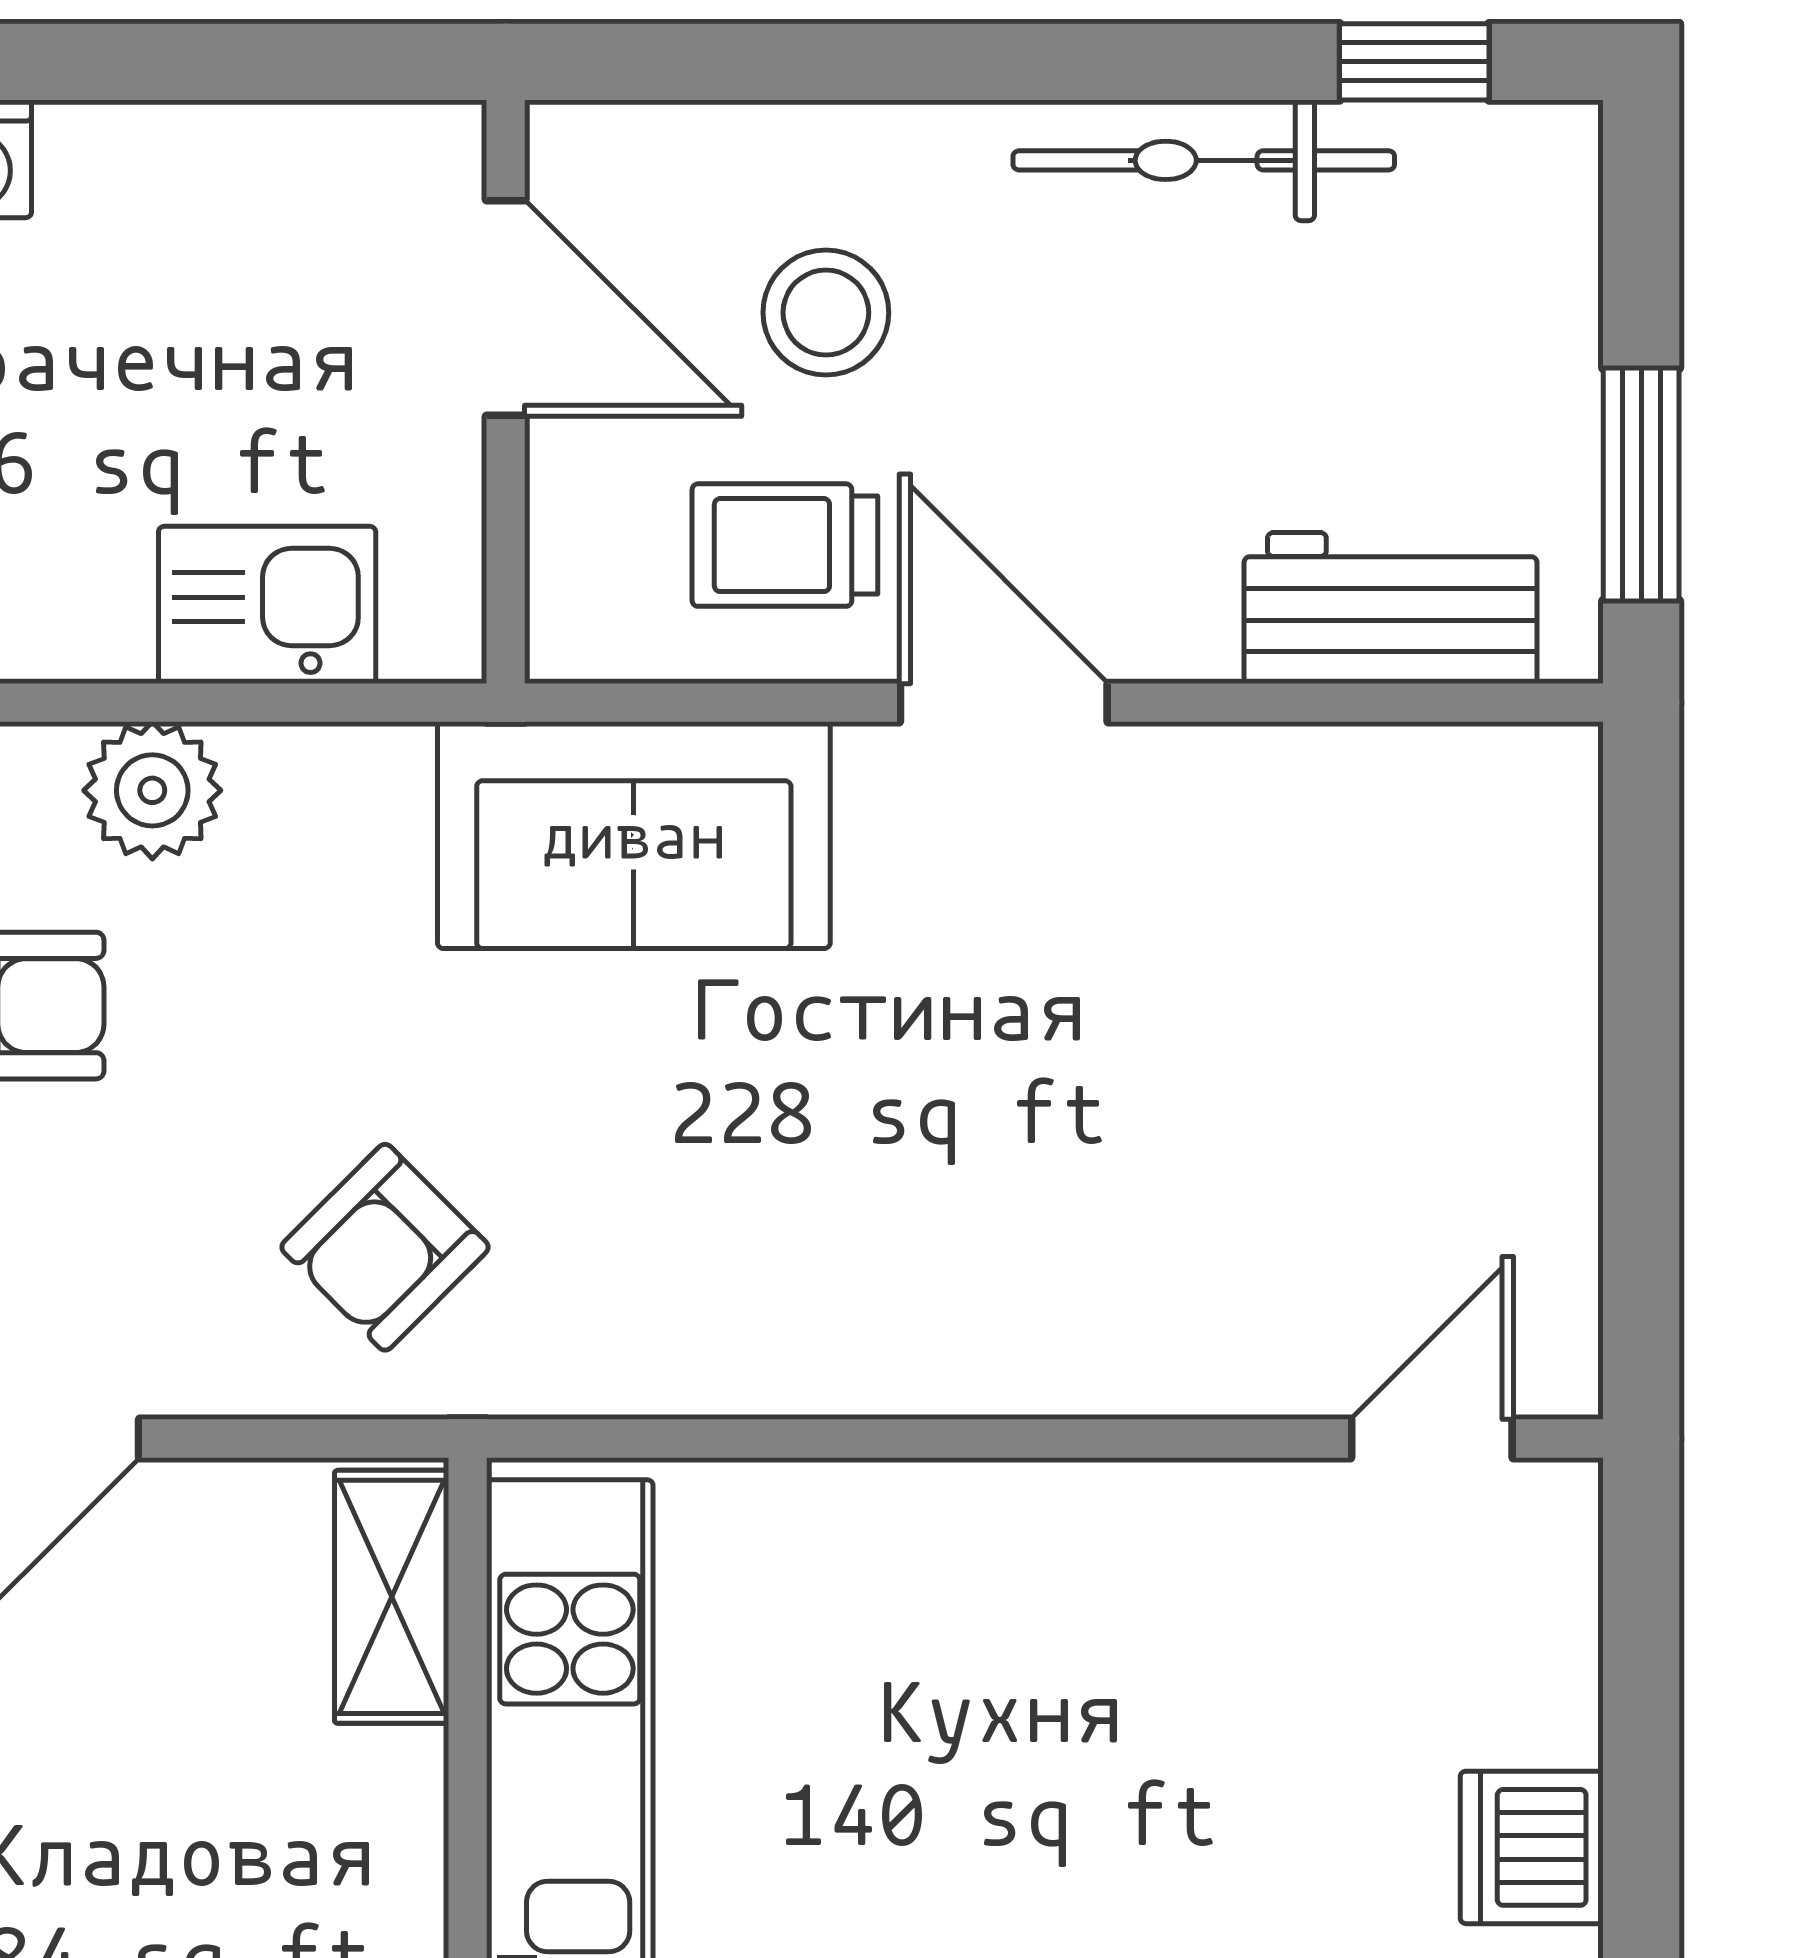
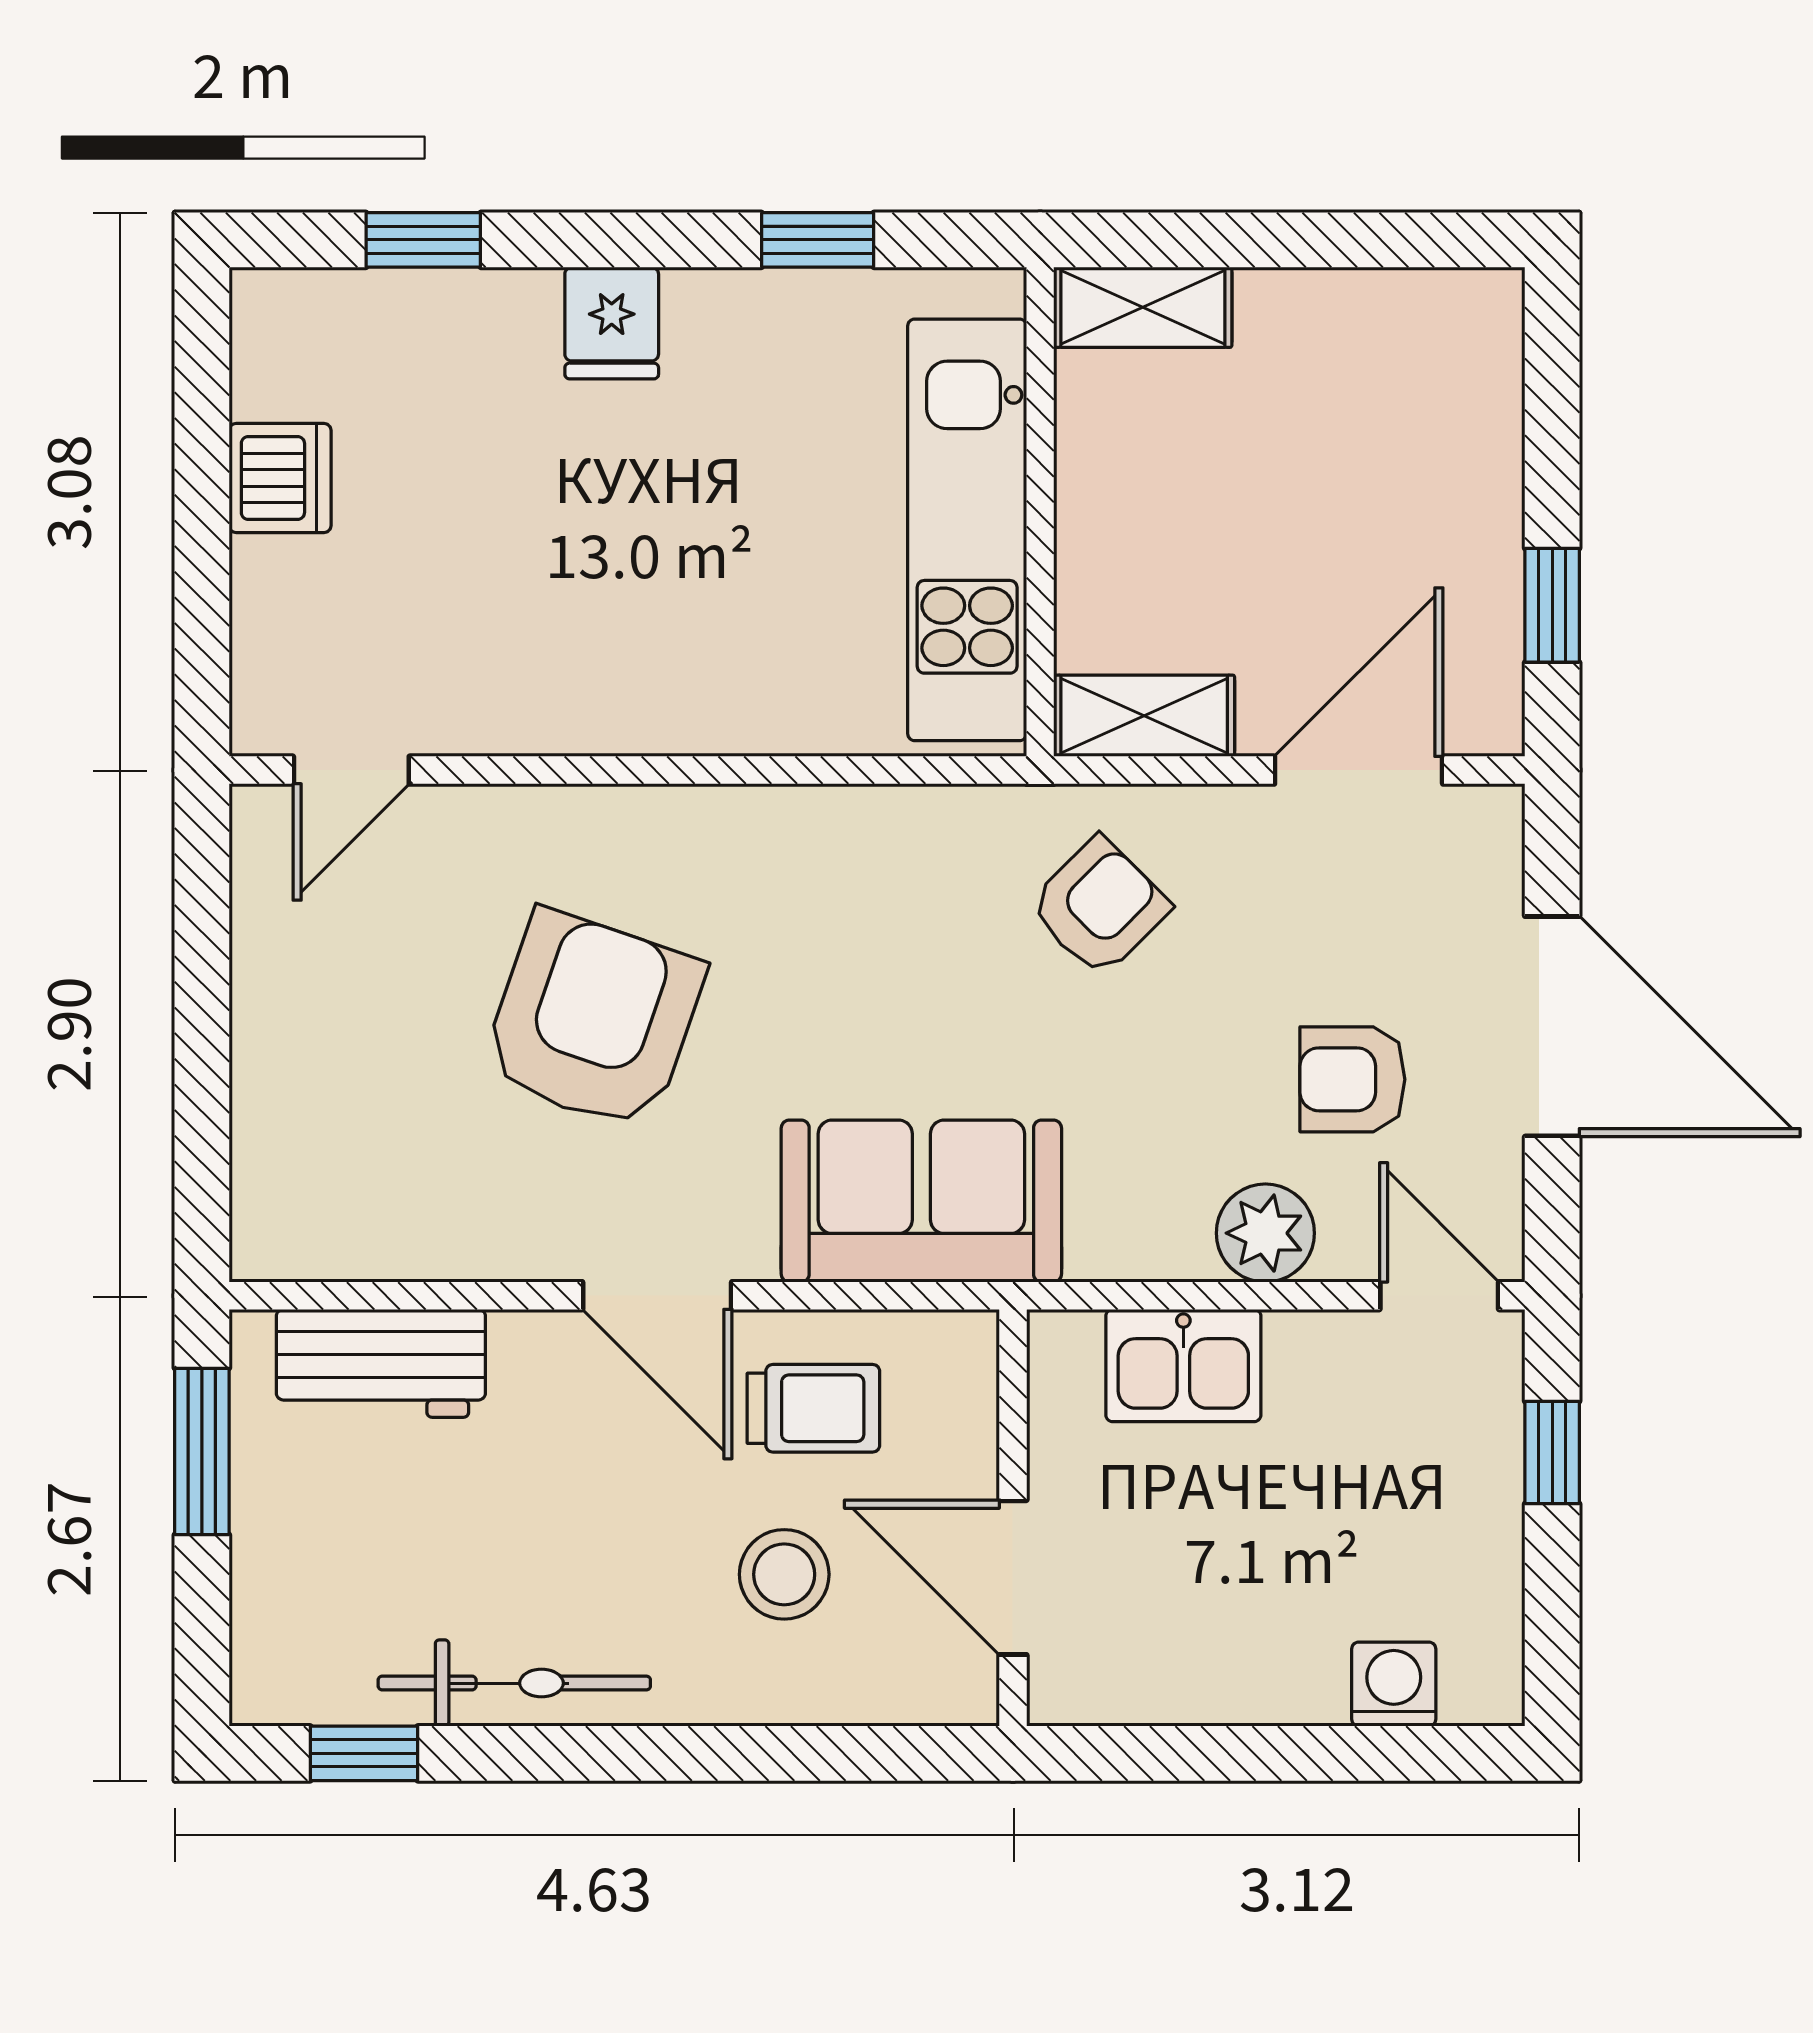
armchair: (1094, 1088) -> (593, 1020), added
shelving: (392, 1597) -> (1144, 716), moved, turned 90

